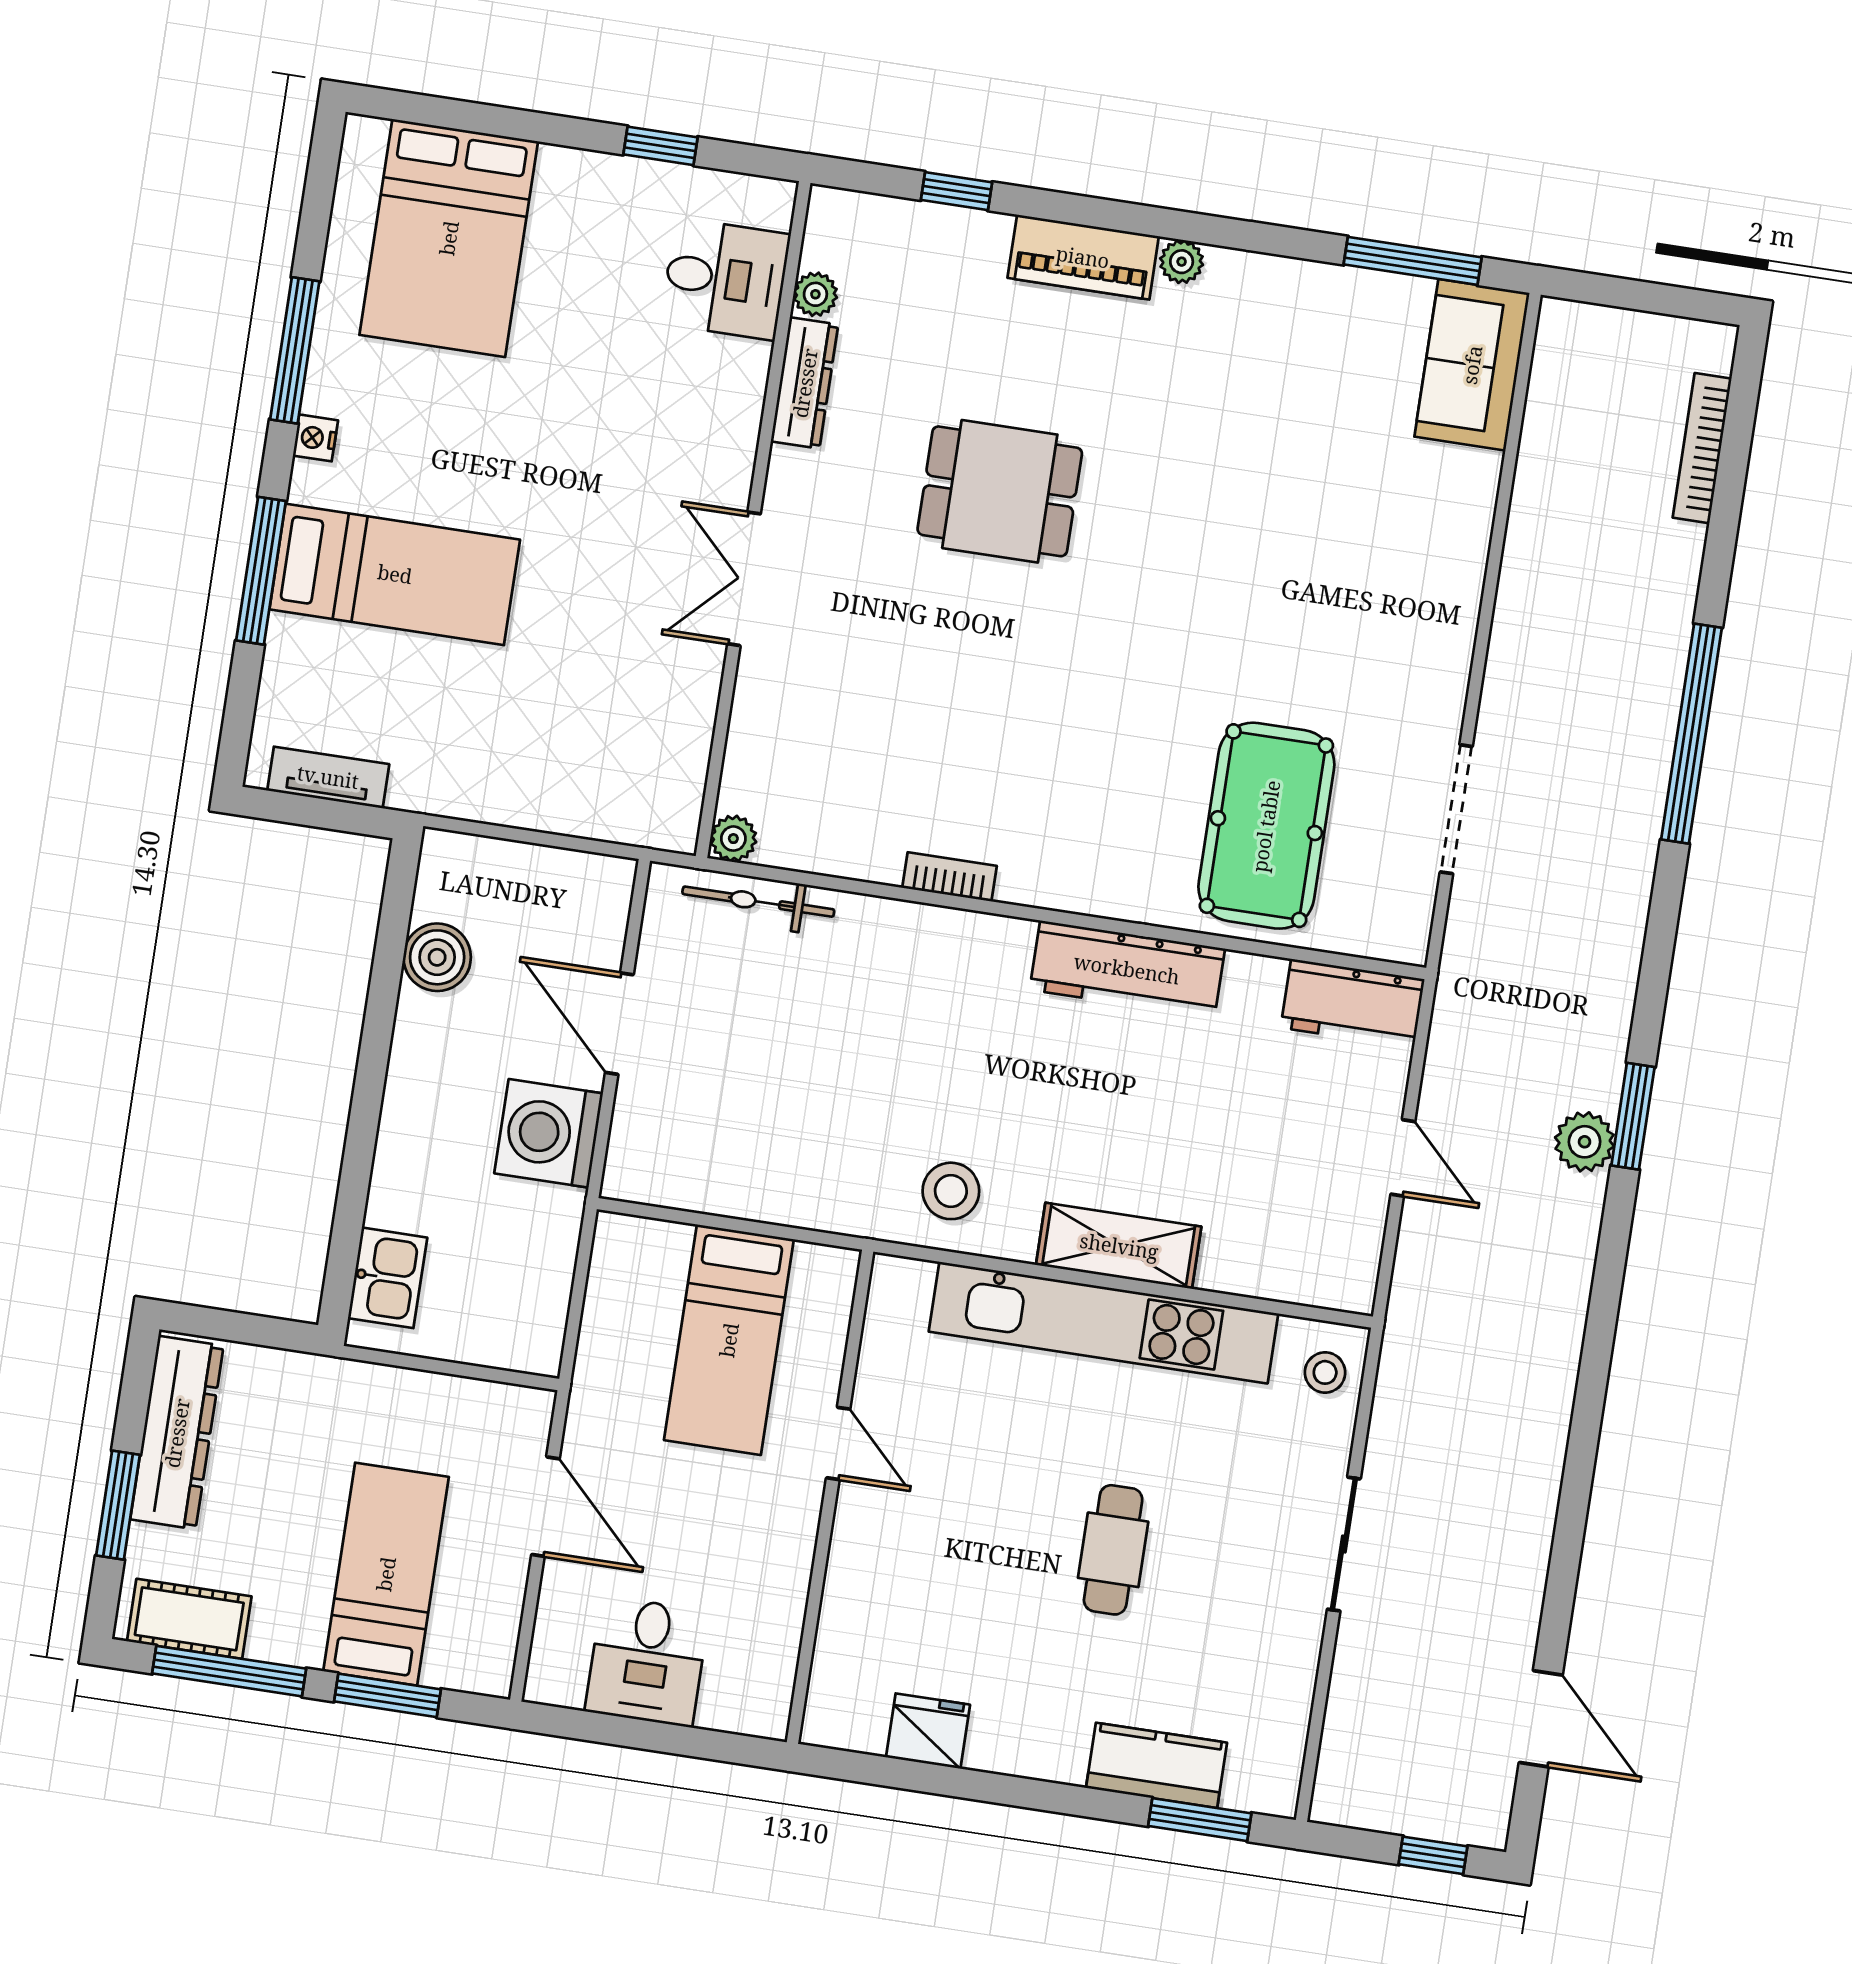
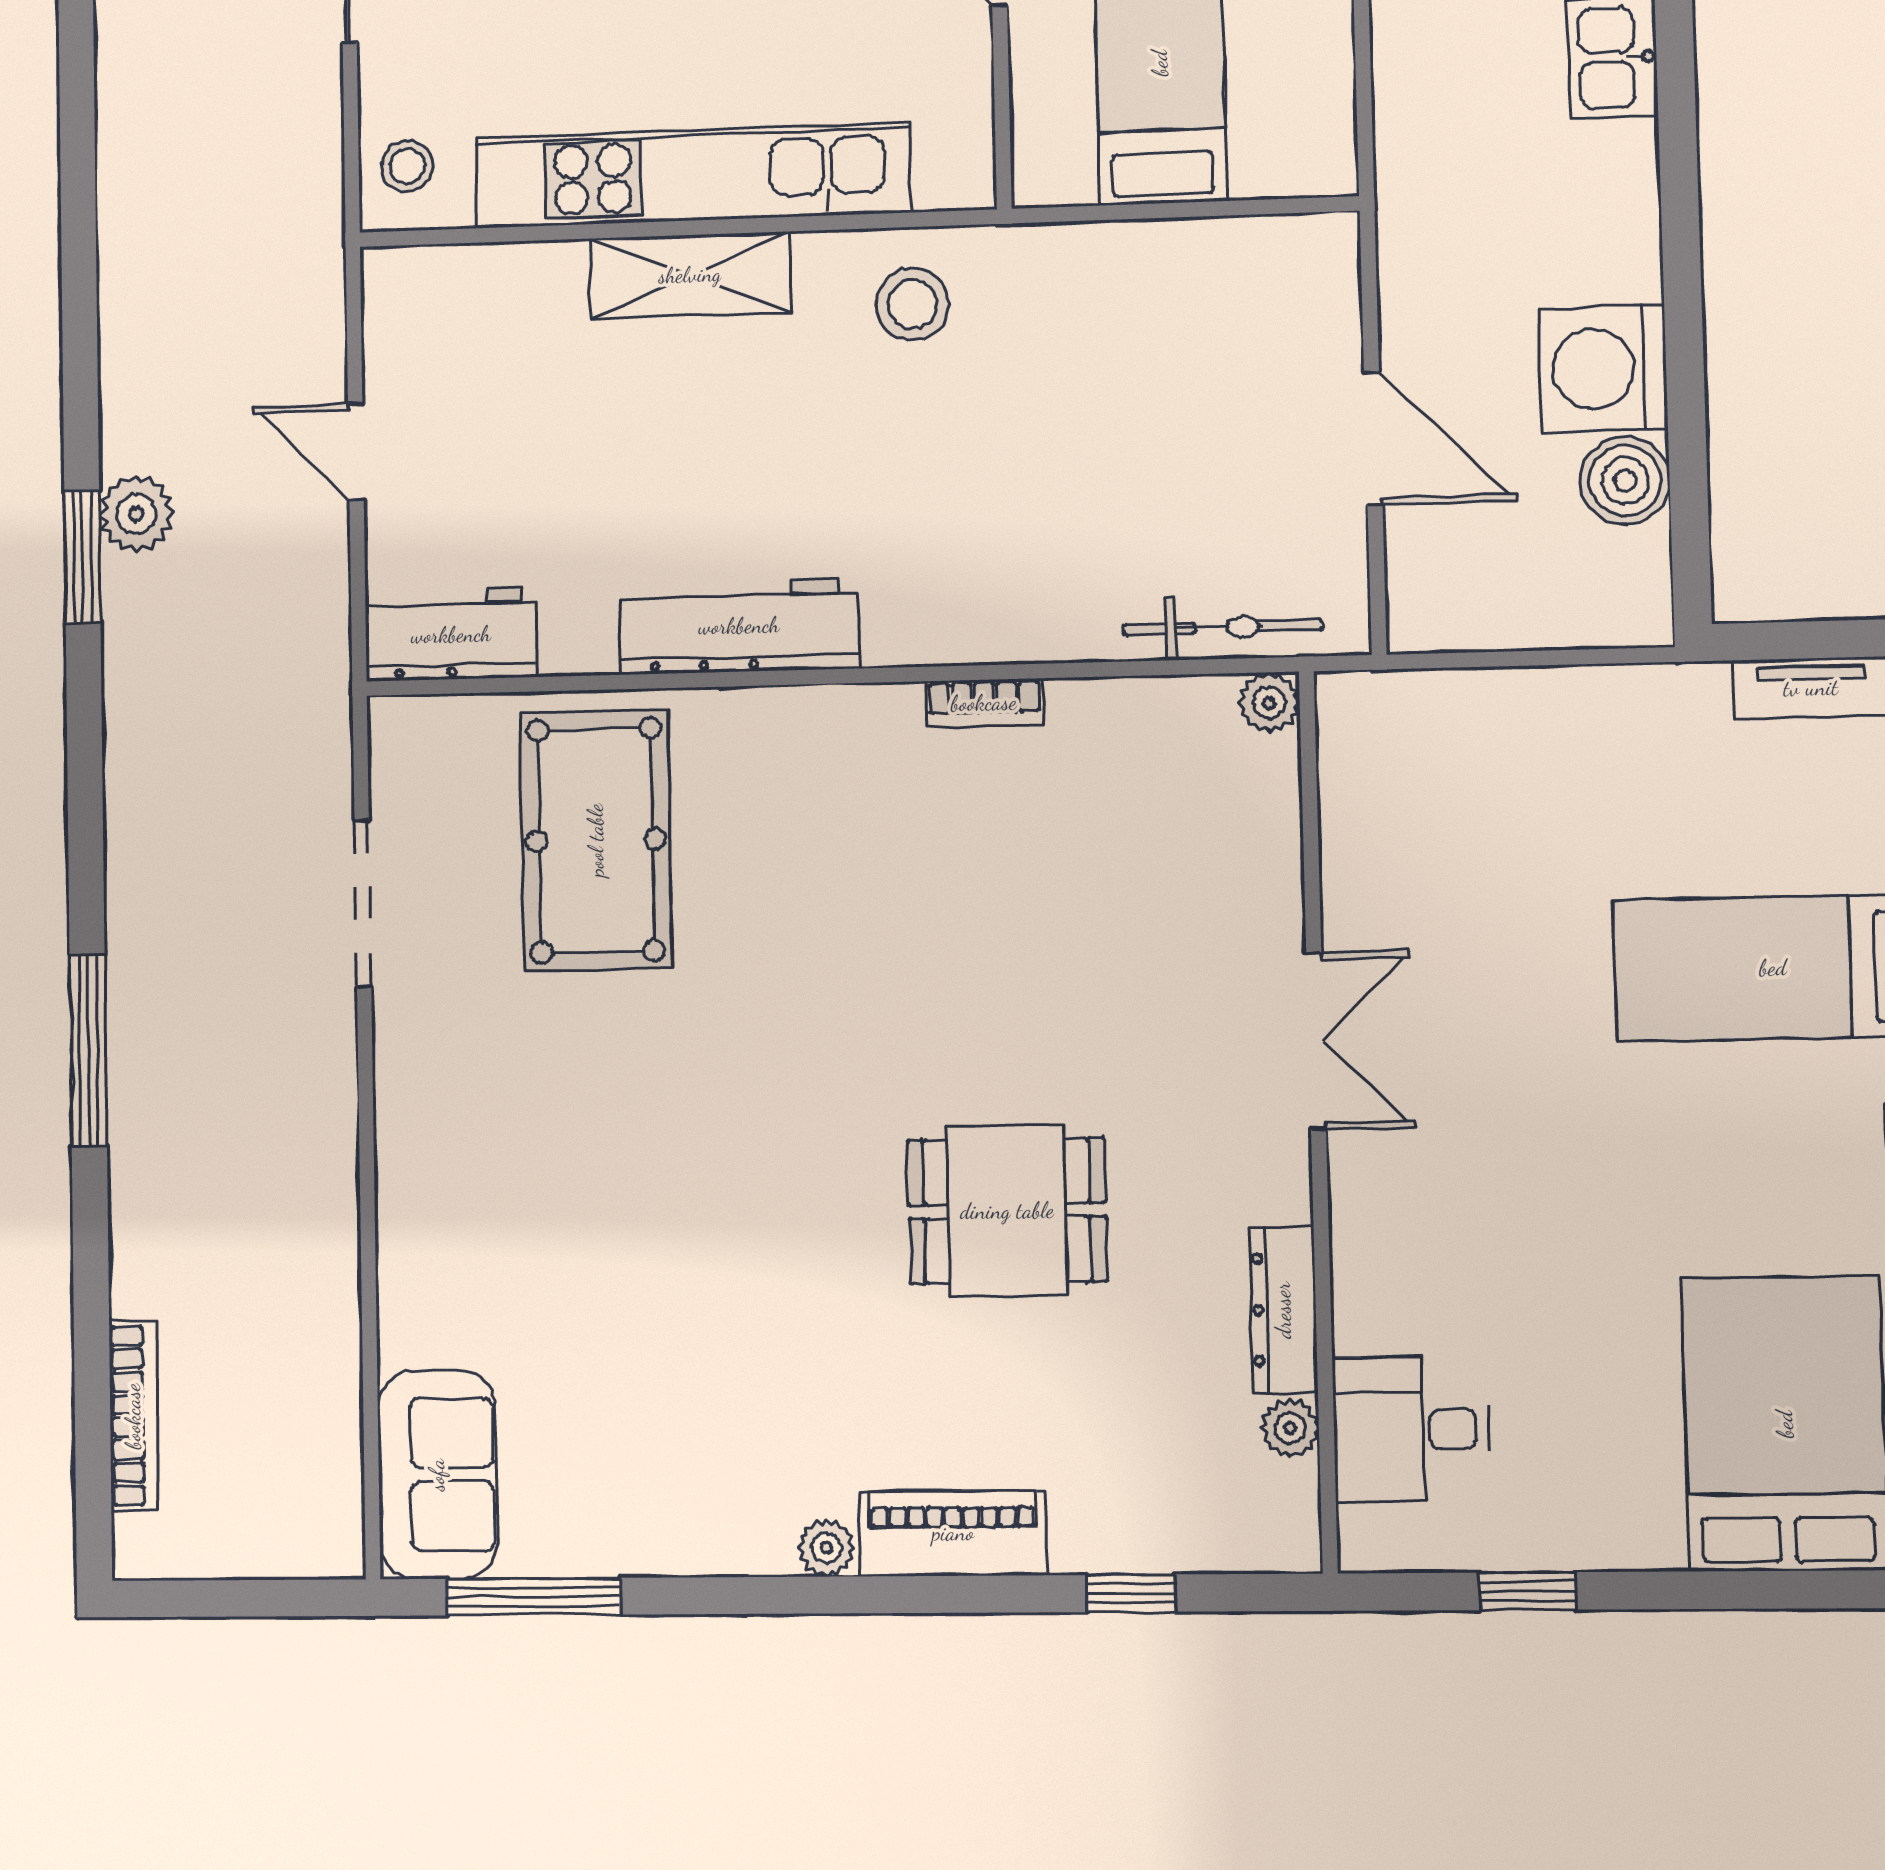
window: (1692, 734) -> (88, 1050), width x0.68
washing machine: (549, 1133) -> (1603, 369), moved, turned 180

